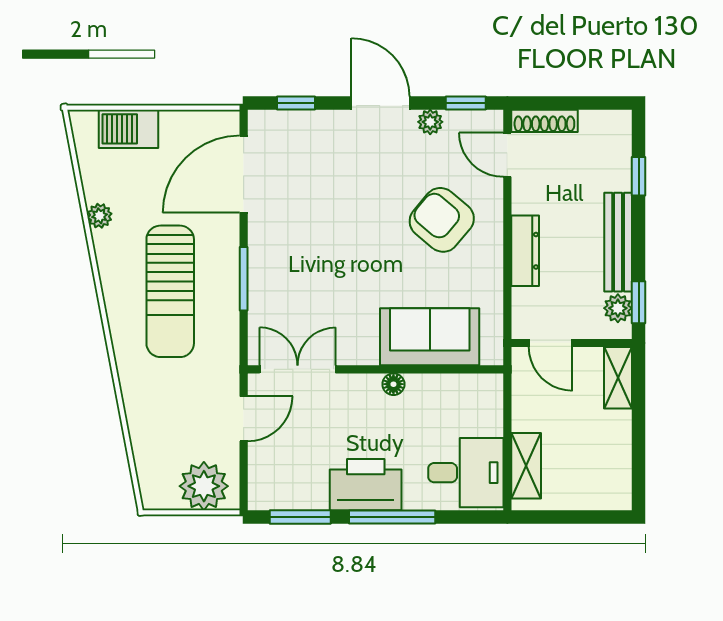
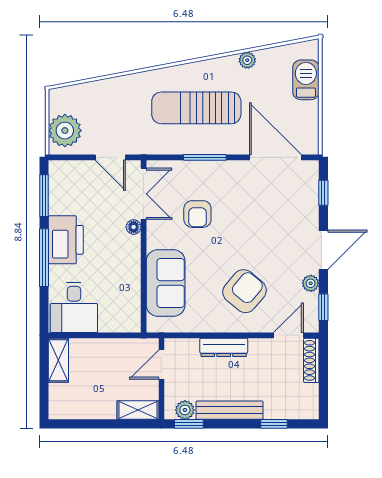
armchair: (328, 290) -> (197, 214), added
floor lamp: (393, 384) -> (134, 227), moved
shelving: (526, 466) -> (58, 360), moved, turned 90

